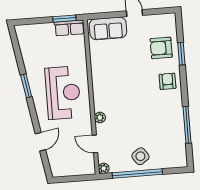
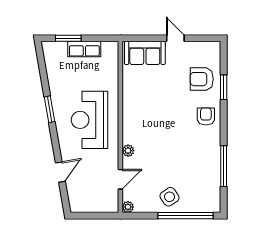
window: (64, 19) -> (68, 38), moved
row of seats: (69, 28) -> (84, 49), moved
reception desk: (63, 93) -> (89, 120), turned 180
door: (95, 144) -> (120, 179), swing flipped
window: (137, 174) -> (185, 216), moved

